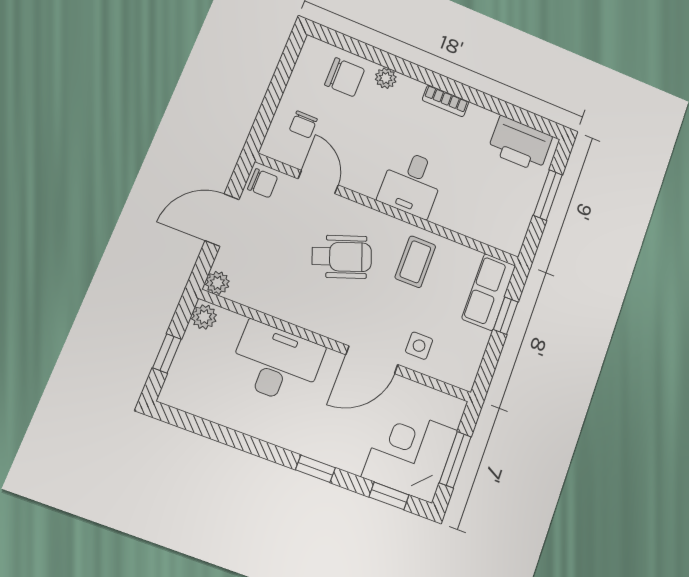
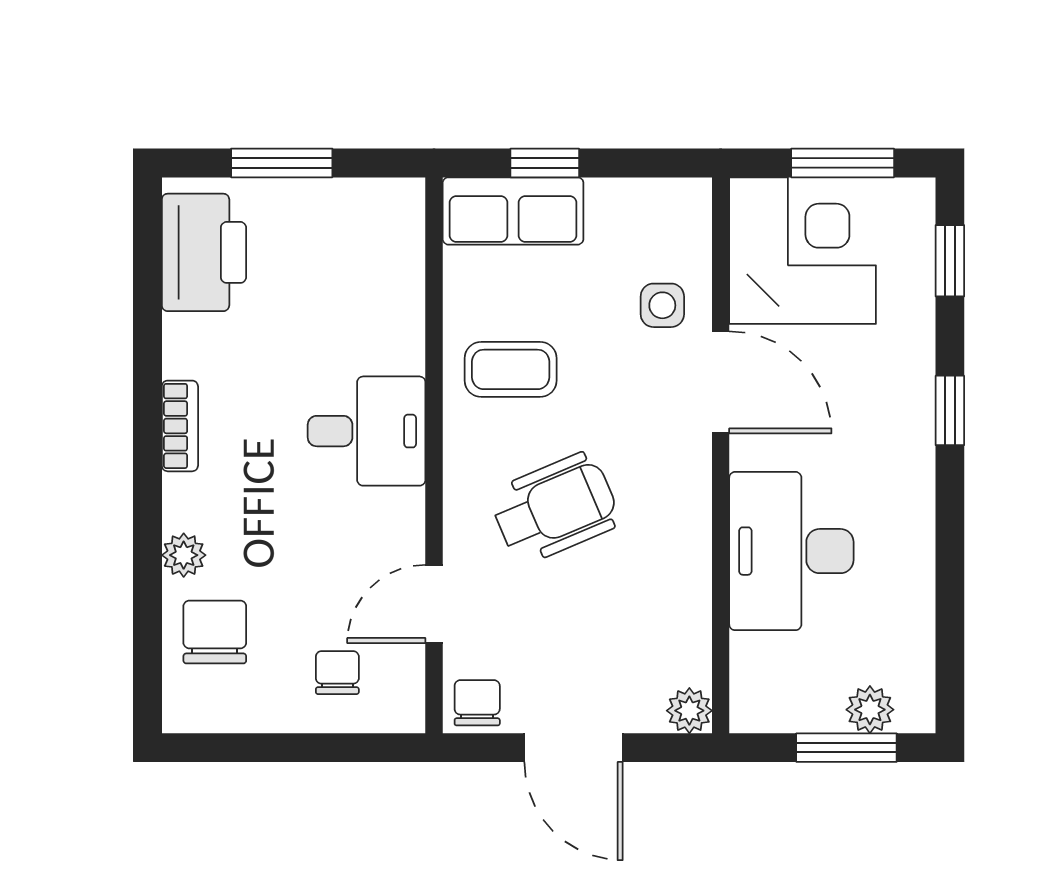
chair: (303, 124) -> (337, 673), turned -90
wheelchair: (342, 257) -> (555, 508), turned 87
plant: (204, 317) -> (870, 710), moved
window: (167, 353) -> (846, 748), width x1.50
corner desk: (410, 454) -> (803, 251), moved, turned 180

